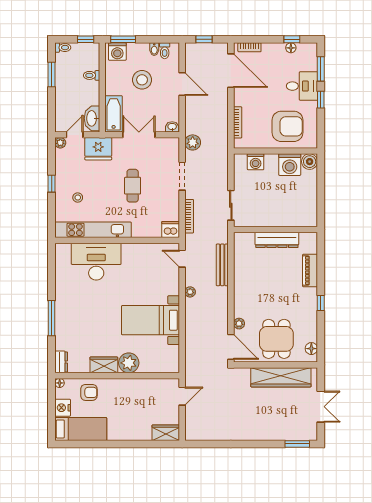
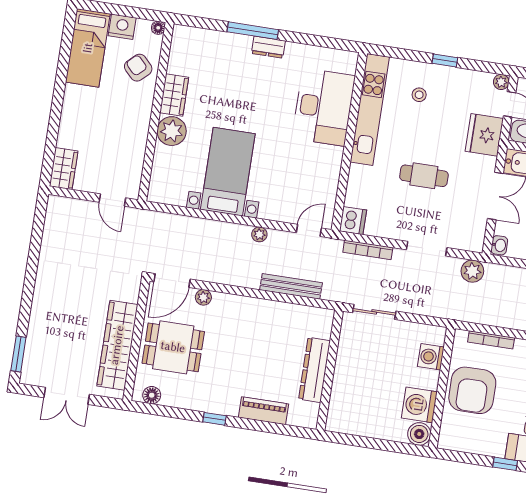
armchair: (288, 126) -> (472, 390), moved
dresser: (61, 362) -> (268, 47), moved
armchair: (89, 392) -> (138, 68), turned 136

